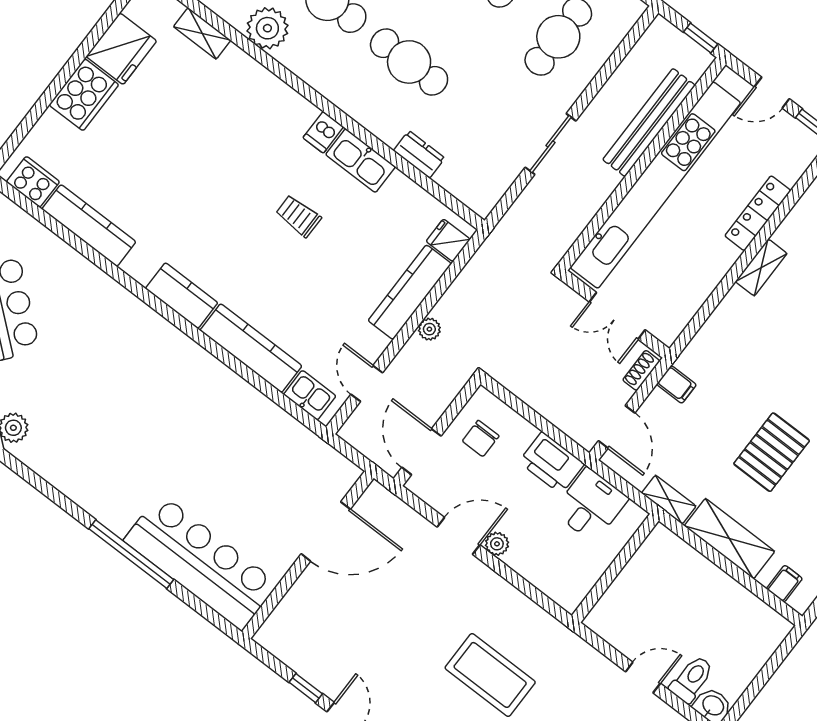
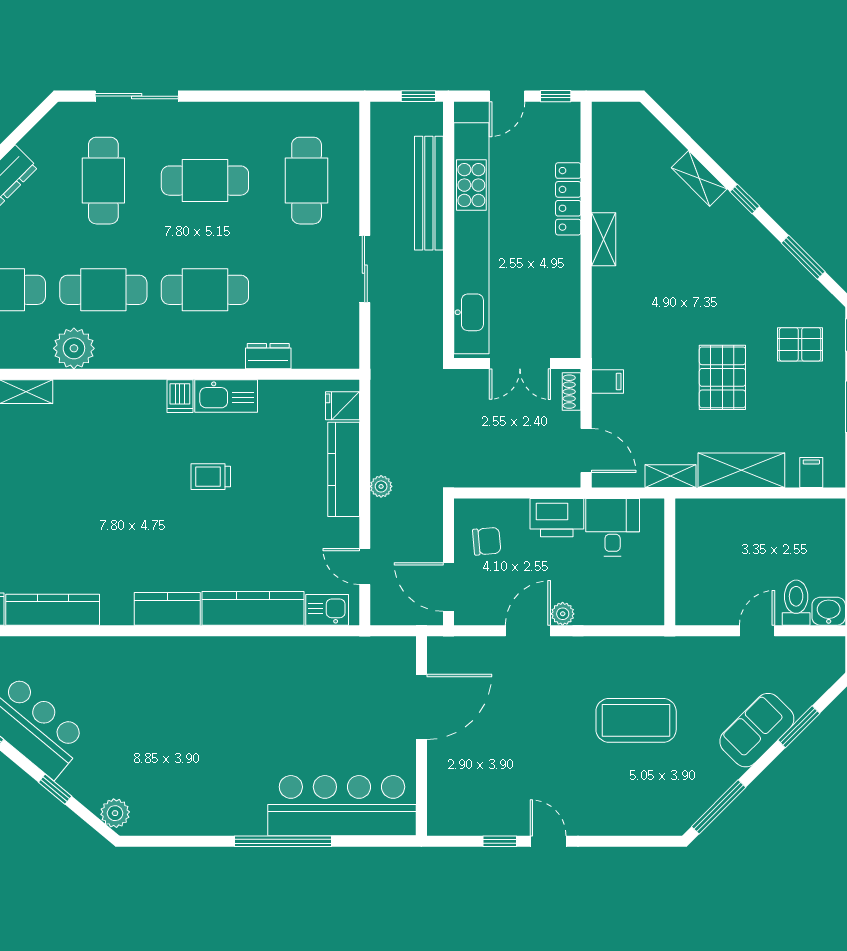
chair: (481, 438) -> (487, 541), turned -95

